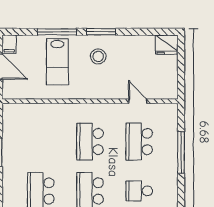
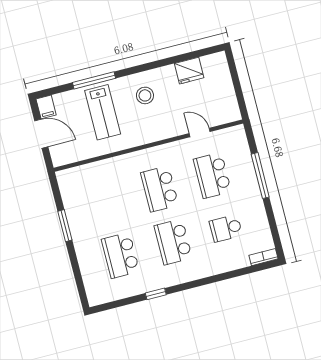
window: (101, 32) -> (141, 68), removed
fridge: (167, 45) -> (189, 71), moved

